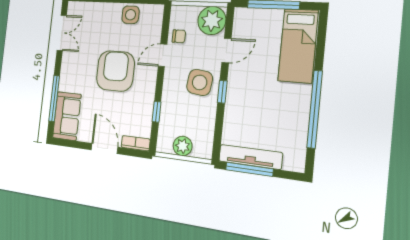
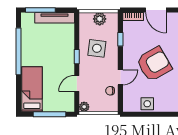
plant: (212, 20) -> (84, 107), width x0.53, depth x0.53
armchair: (115, 71) -> (154, 64), turned -120
side table: (200, 82) -> (97, 48), moved
window: (249, 169) -> (40, 10), moved

